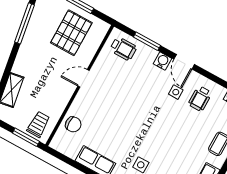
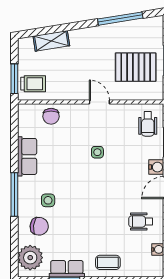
side table: (176, 92) -> (97, 152), moved

